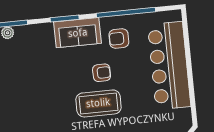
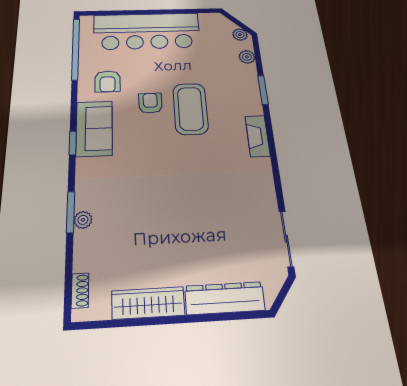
window: (126, 12) -> (76, 49), moved
window: (65, 18) -> (73, 143), width x0.67

